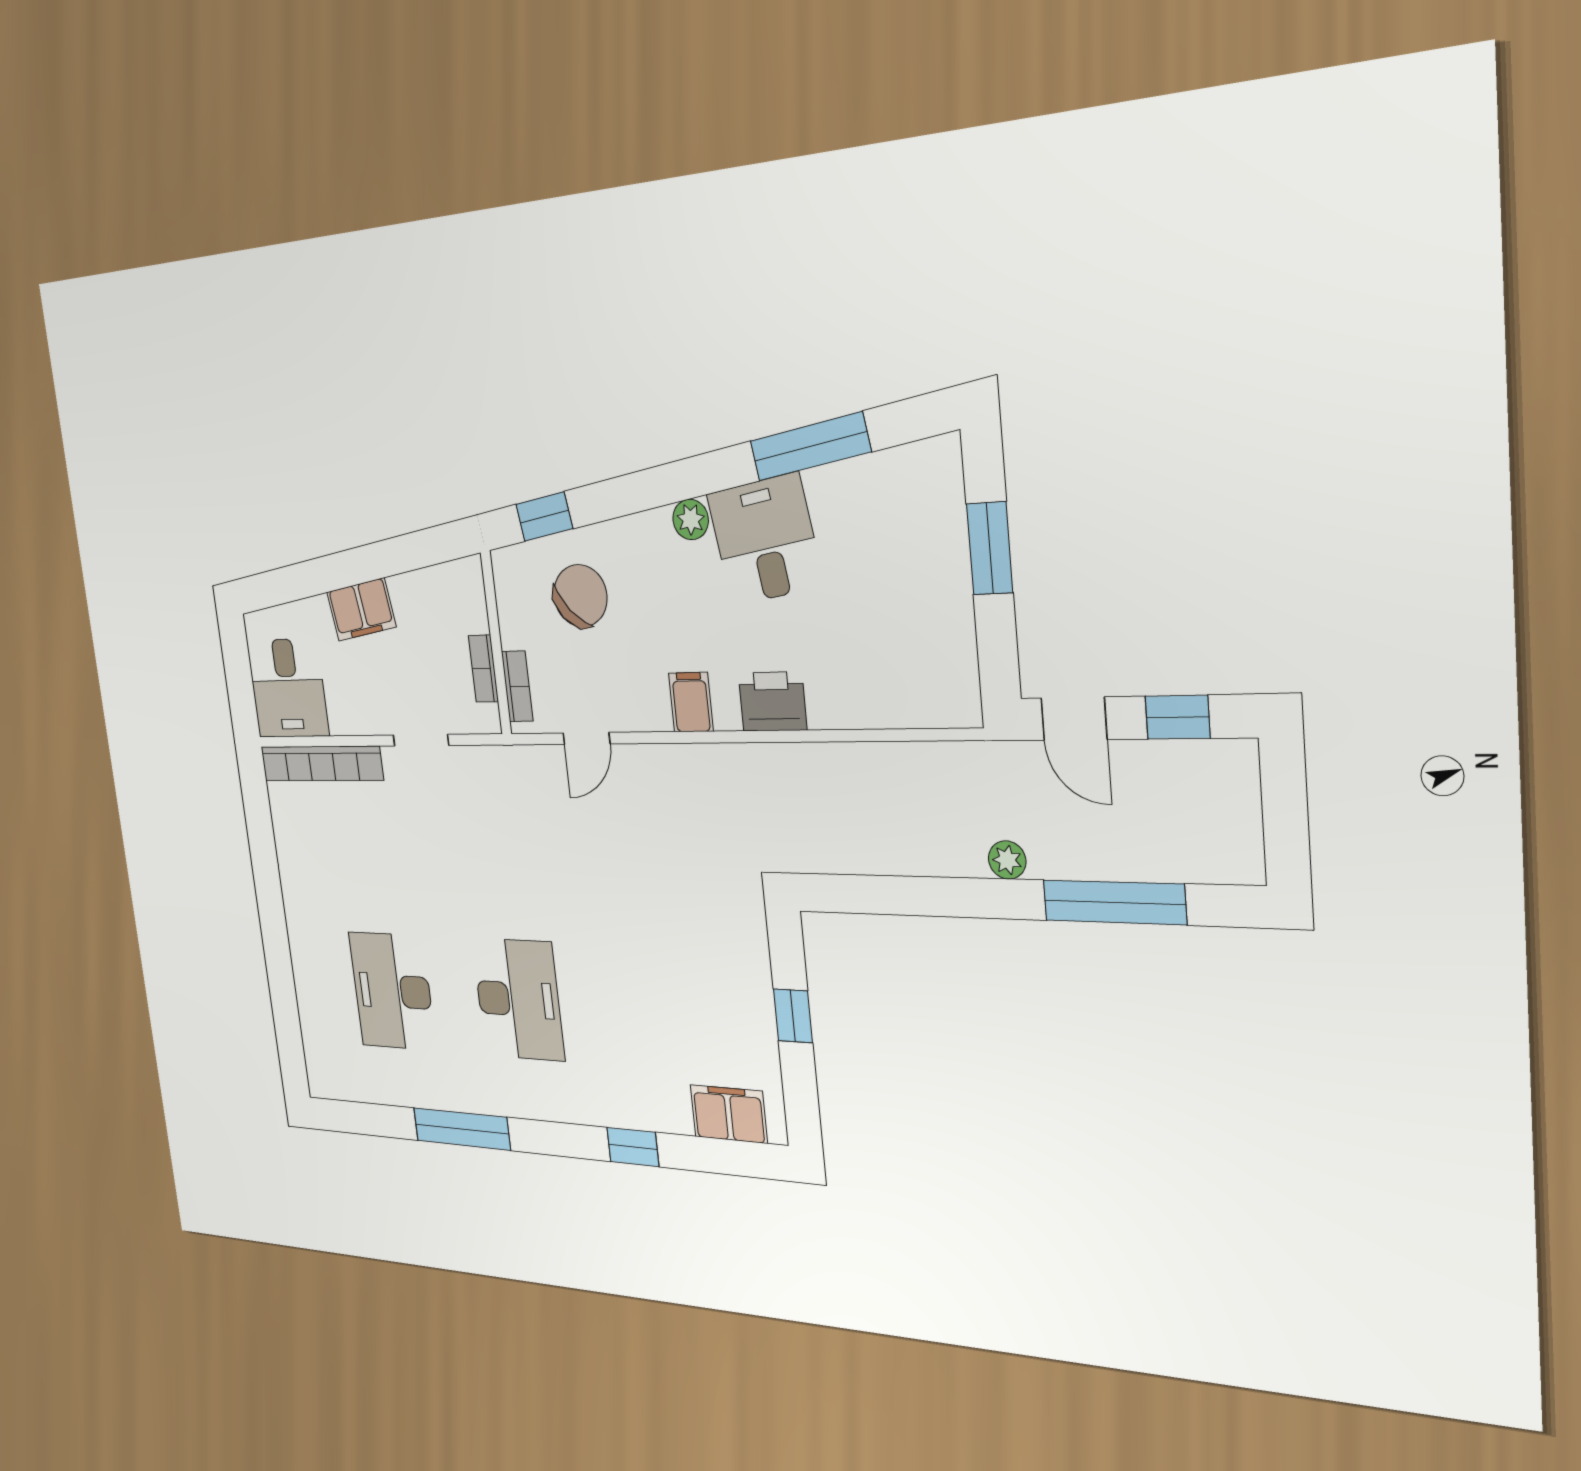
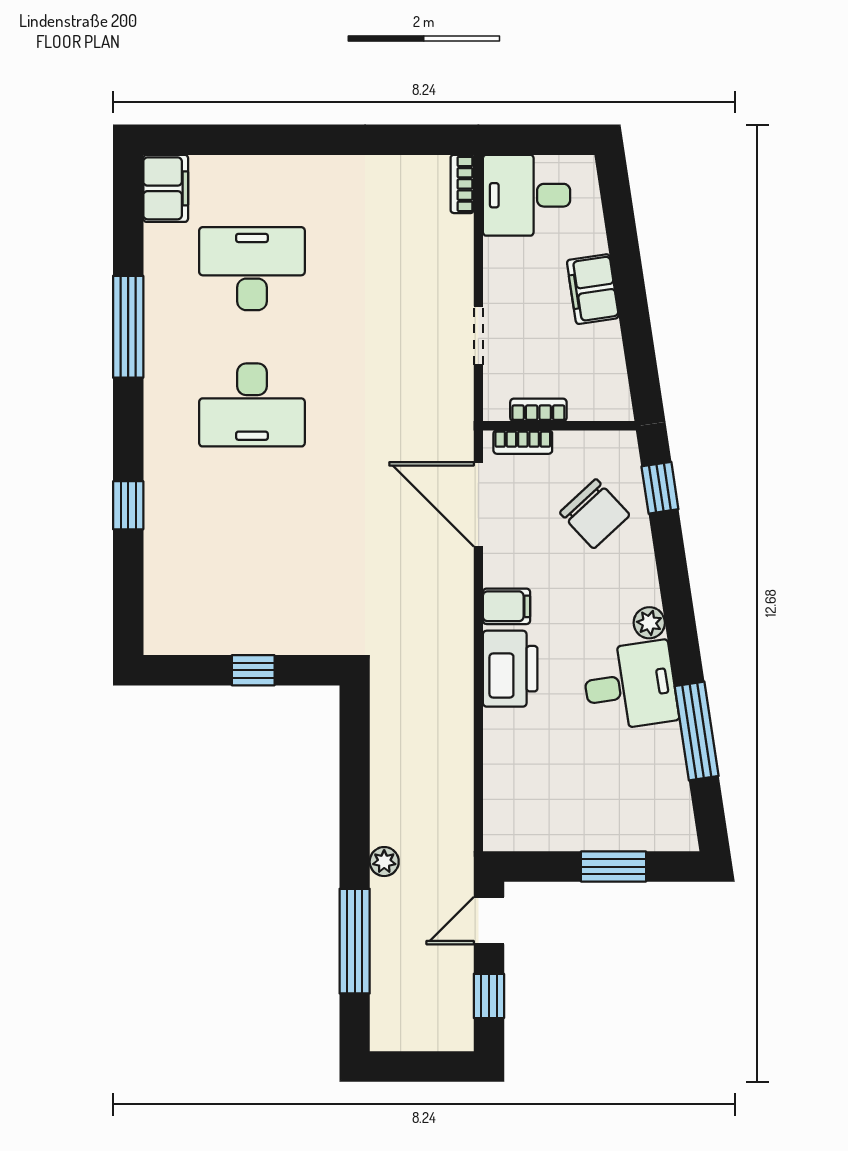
printer: (773, 701) -> (510, 669), width x1.37, depth x1.19
door: (586, 738) -> (478, 504), width x1.87
bookcase: (322, 763) -> (462, 184), width x0.43, depth x0.76
filing cabinet: (729, 1114) -> (166, 188), moved

